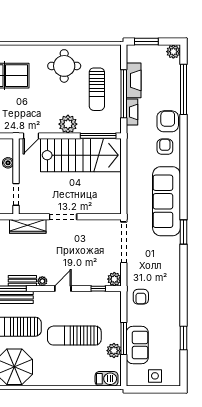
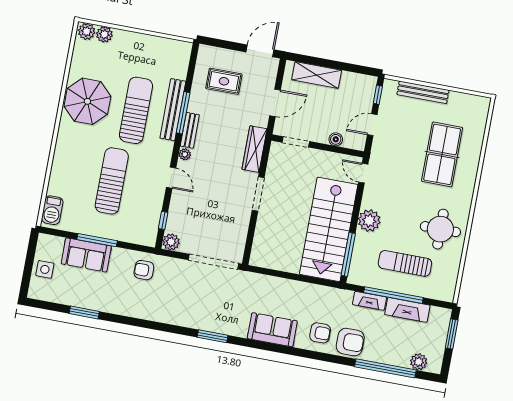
plant: (173, 52) -> (419, 362), moved
sofa: (167, 201) -> (272, 330), width x0.54, depth x0.79
plant: (114, 351) -> (85, 225), removed

